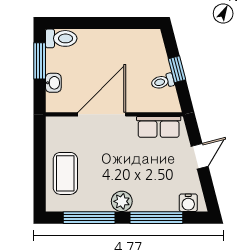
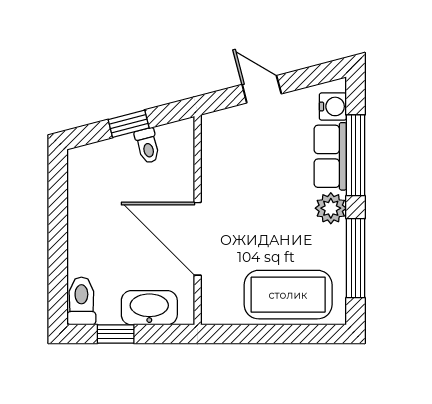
window: (40, 61) -> (116, 334), width x0.67
washbasin: (53, 83) -> (149, 308), width x1.91, depth x1.45
row of seats: (159, 127) -> (330, 156), moved, turned 180
coffee table: (65, 173) -> (288, 295), width x1.36, depth x1.32

